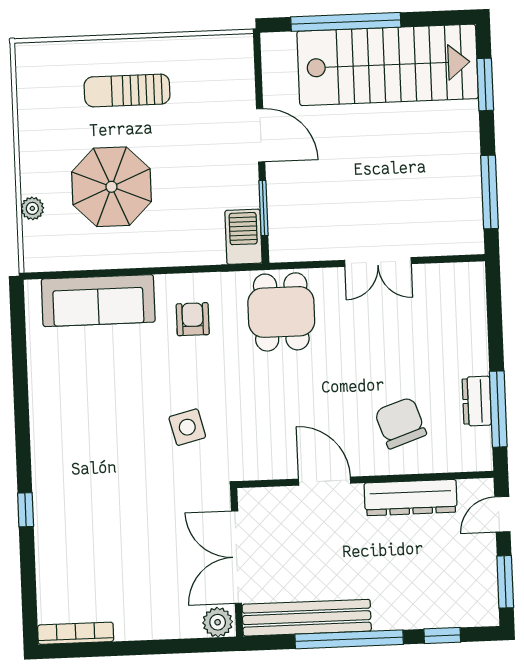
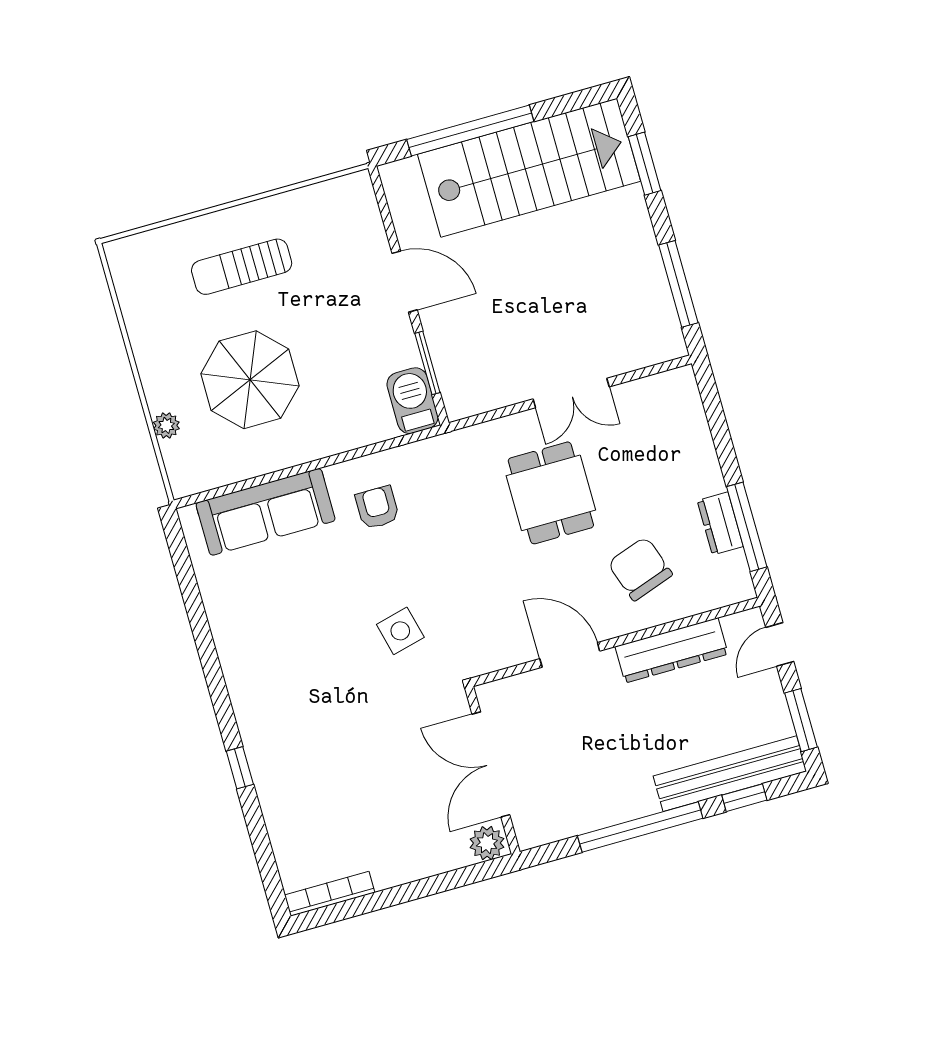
dining table: (281, 312) -> (551, 493), moved
bench: (307, 618) -> (730, 774), moved

